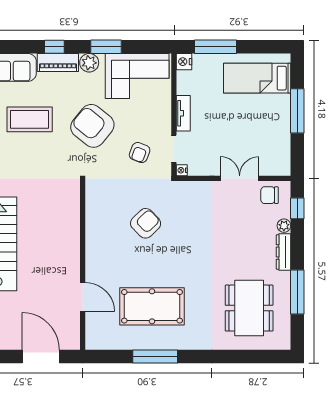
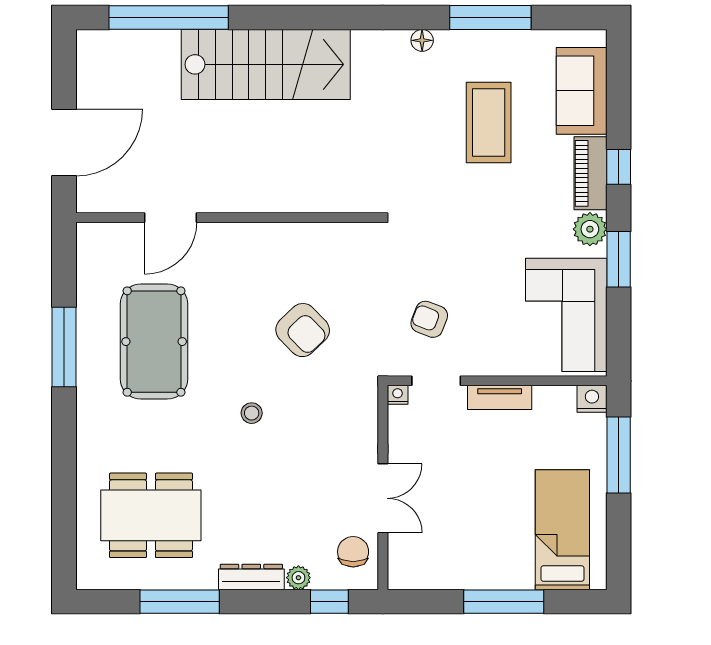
armchair: (92, 126) -> (477, 235), removed
stool: (192, 252) -> (252, 413), added

